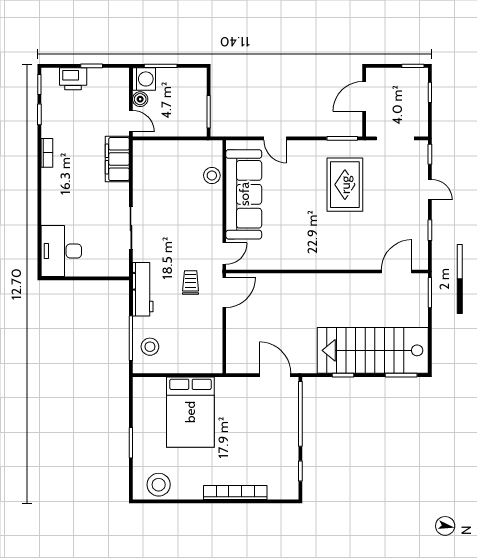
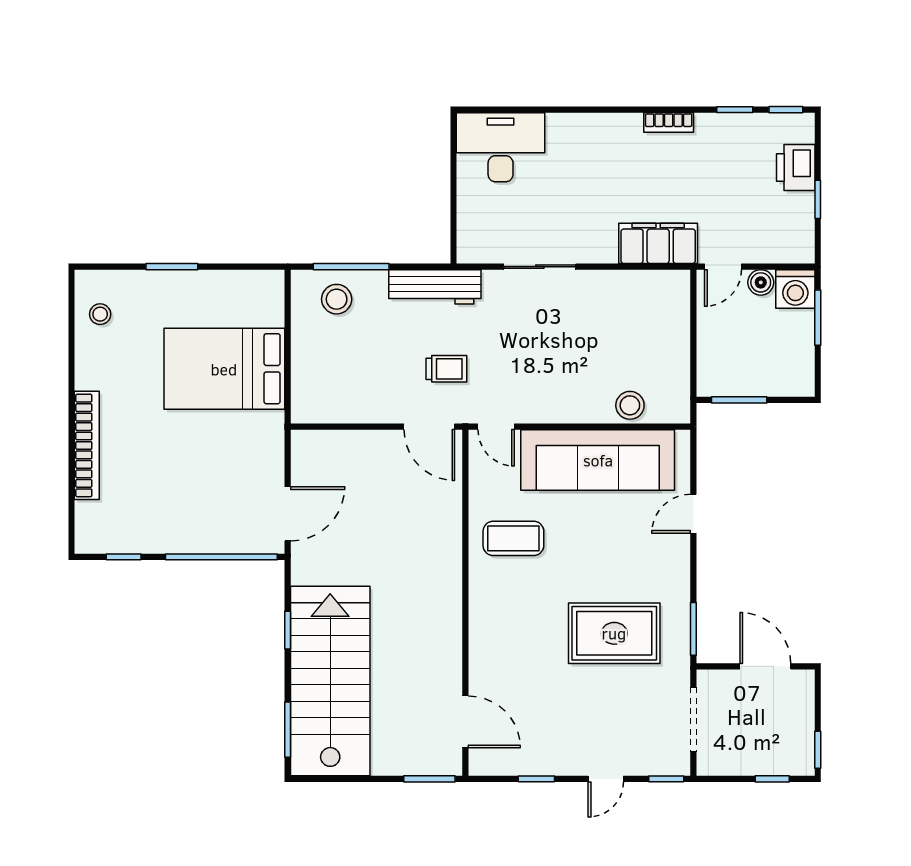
coffee table: (290, 243) -> (513, 538), added
stool: (159, 485) -> (100, 314), width x0.53, depth x0.53

